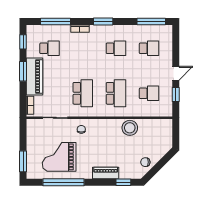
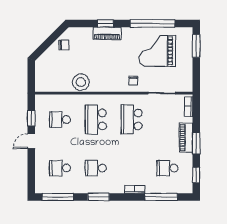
window: (103, 22) -> (99, 197), moved
piano: (35, 77) -> (186, 138), width x0.73, depth x0.75
grand piano: (59, 157) -> (157, 51), turned 180
window: (123, 182) -> (105, 23), moved

